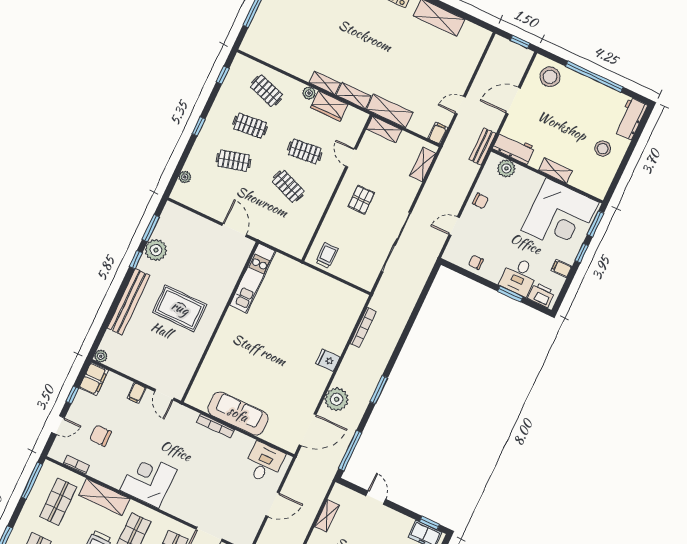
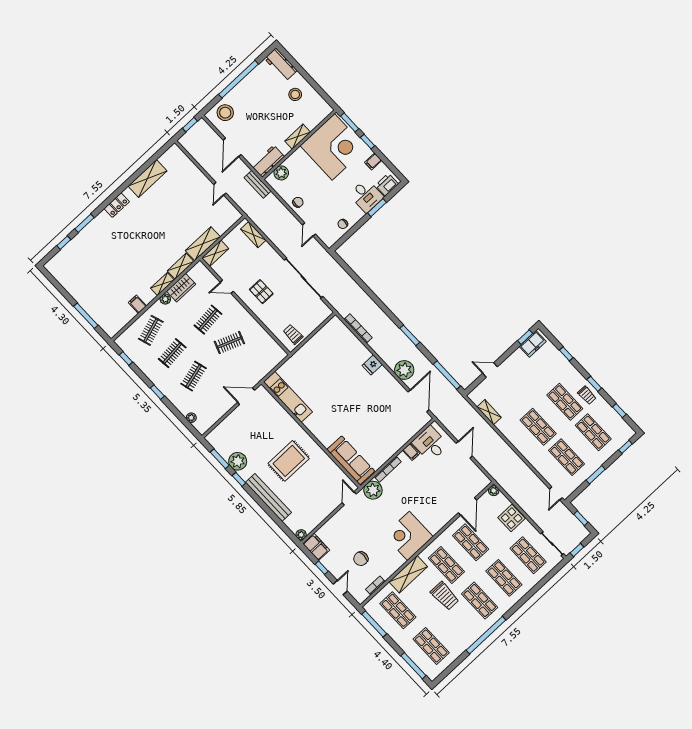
clothes rail: (266, 91) -> (151, 330), turned -36
filing cabinet: (438, 133) -> (137, 304), moved
filing cabinet: (137, 393) -> (411, 452), moved
door: (164, 395) -> (349, 498), swing flipped
sofa: (238, 414) -> (351, 460), moved, turned 90
plant: (185, 418) -> (373, 490), added

